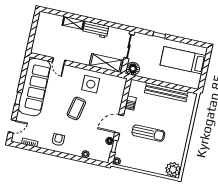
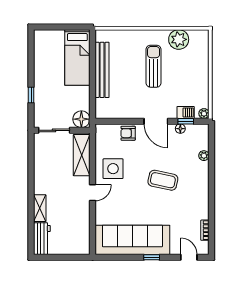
workbench: (96, 30) -> (42, 239), moved
bed: (183, 60) -> (77, 57), moved
door: (59, 61) -> (93, 193), moved
barbecue: (131, 103) -> (186, 112), moved
coffee table: (76, 108) -> (163, 180), moved
sun lounger: (148, 133) -> (154, 66), moved
armchair: (58, 140) -> (128, 133), moved
plant: (173, 170) -> (179, 39), moved

